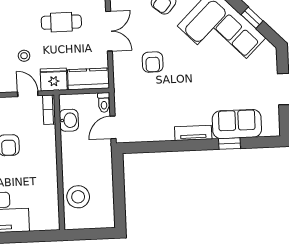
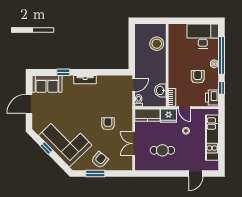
sofa: (237, 124) -> (47, 84), moved

